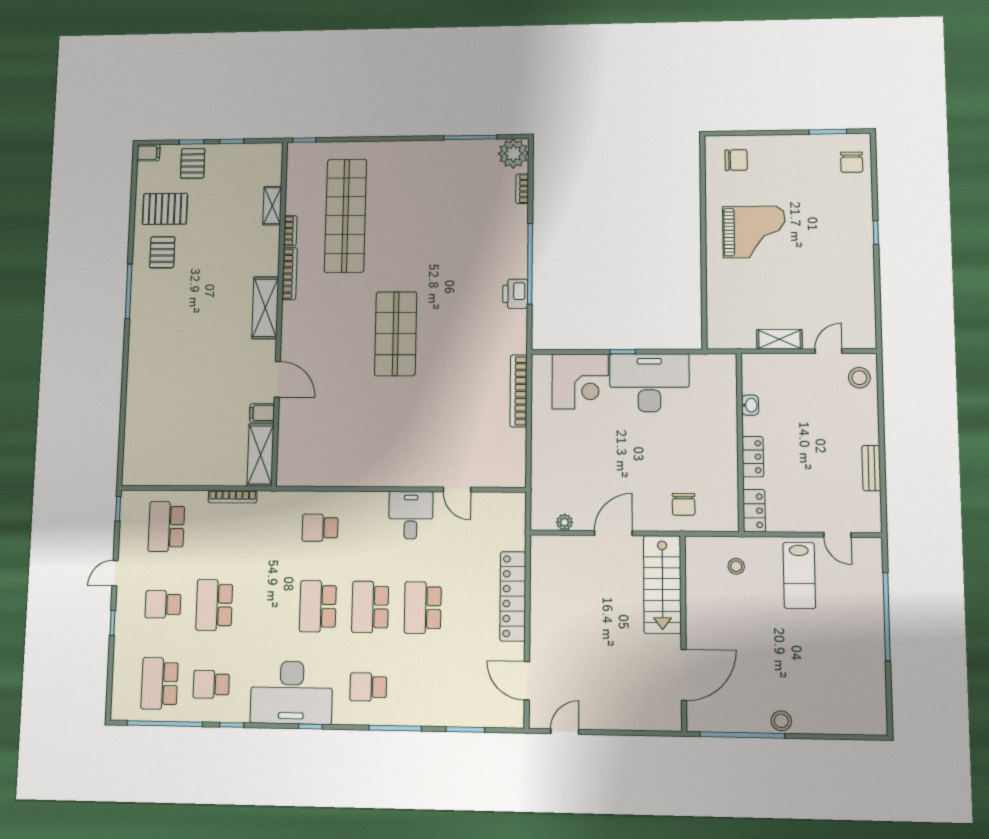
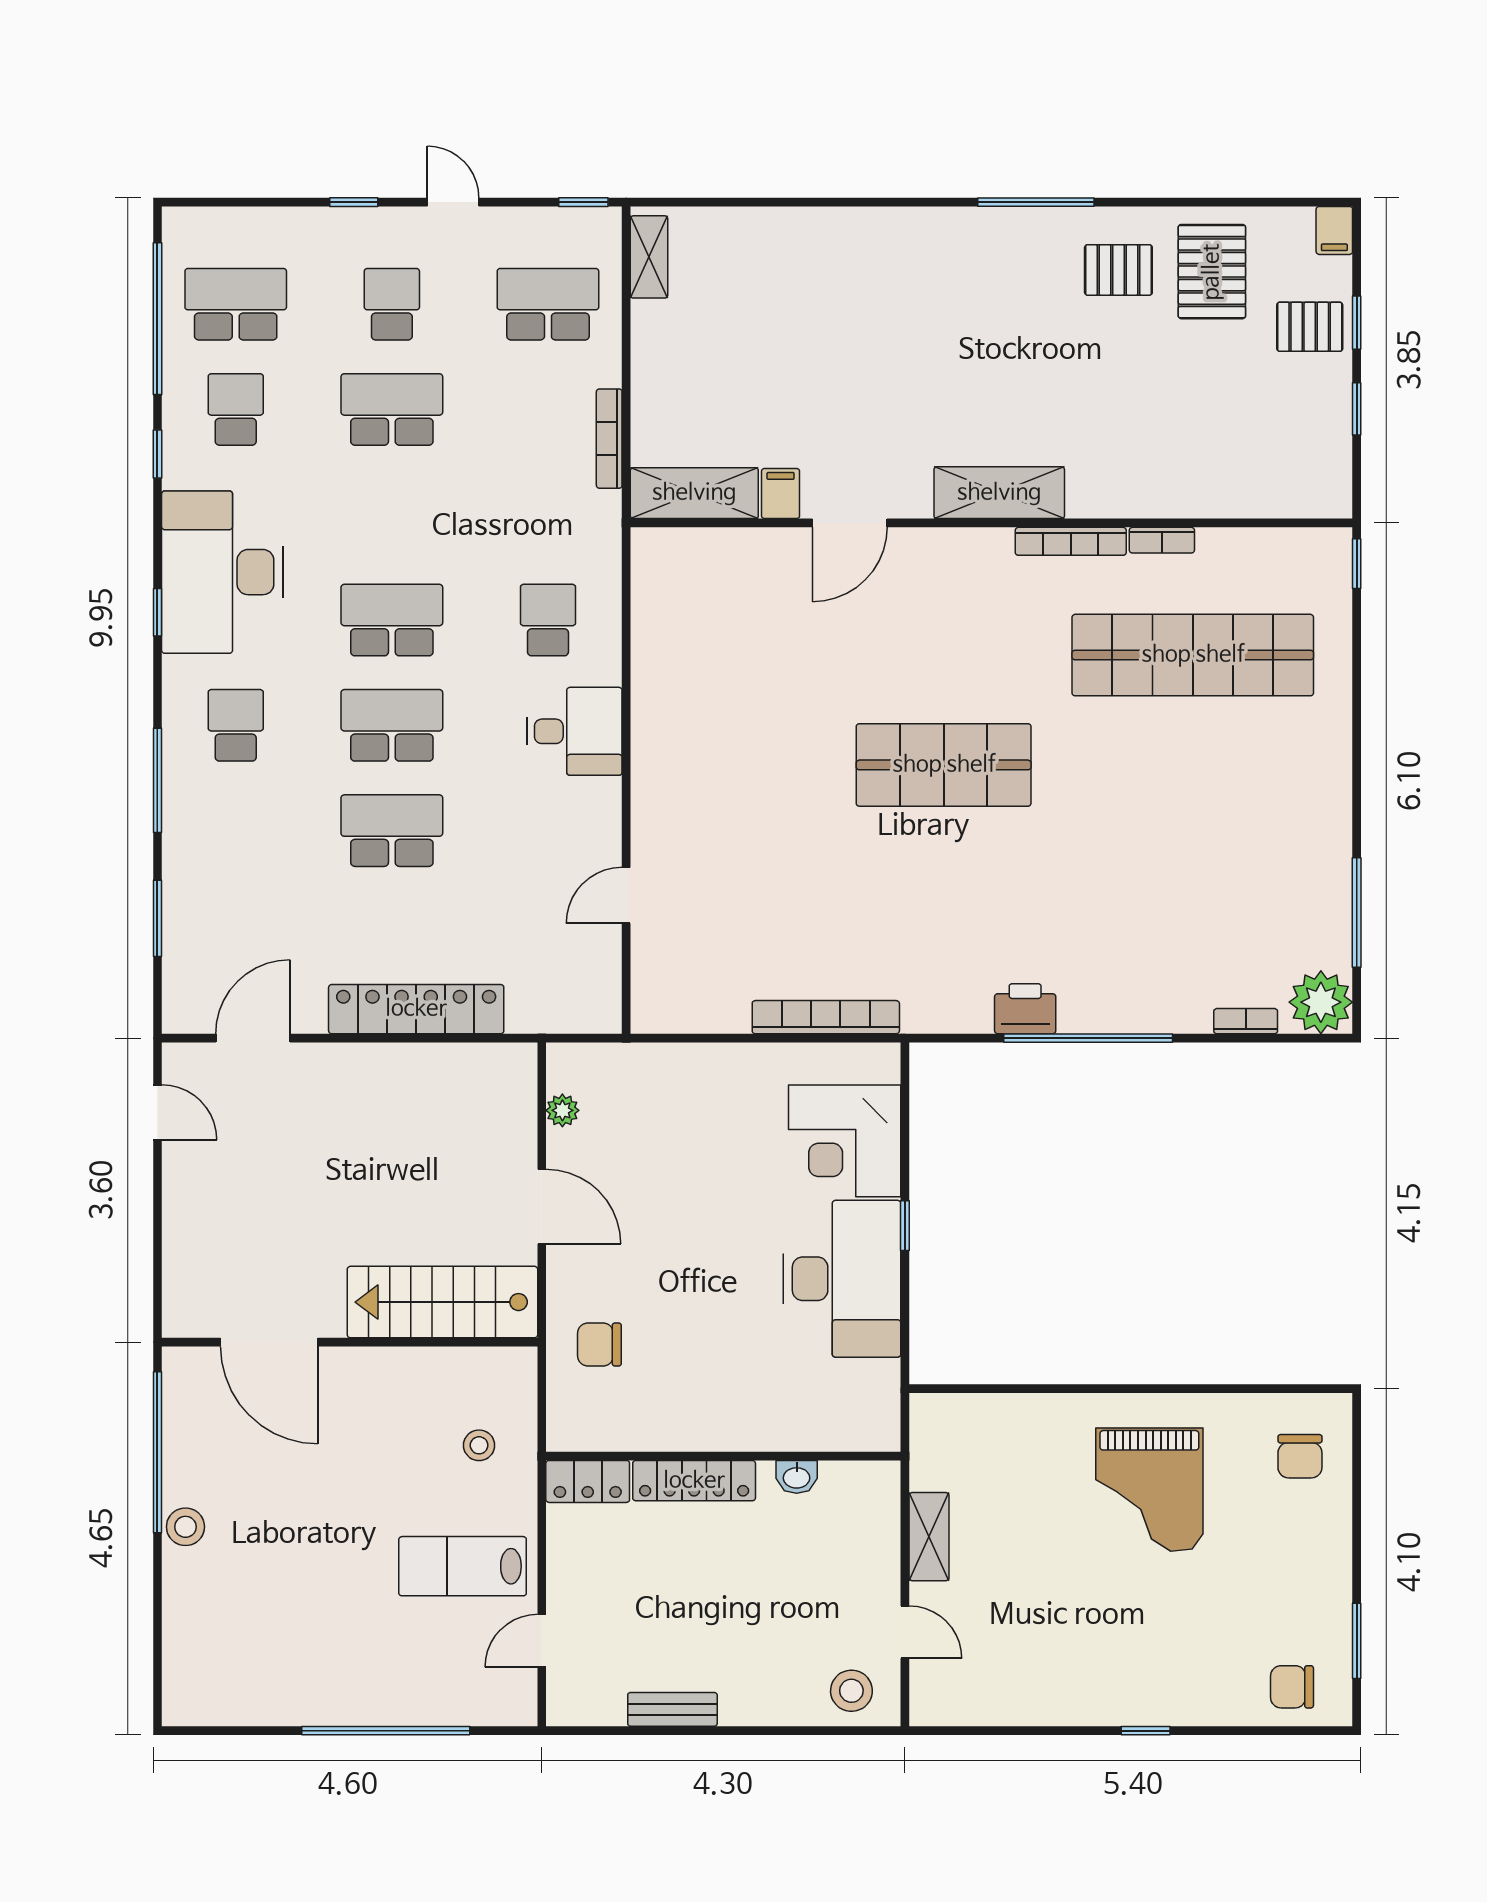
shelving: (272, 206) -> (649, 257), moved, turned 90
locker: (753, 457) -> (694, 1481), width x1.53
desk: (411, 515) -> (574, 731), moved

